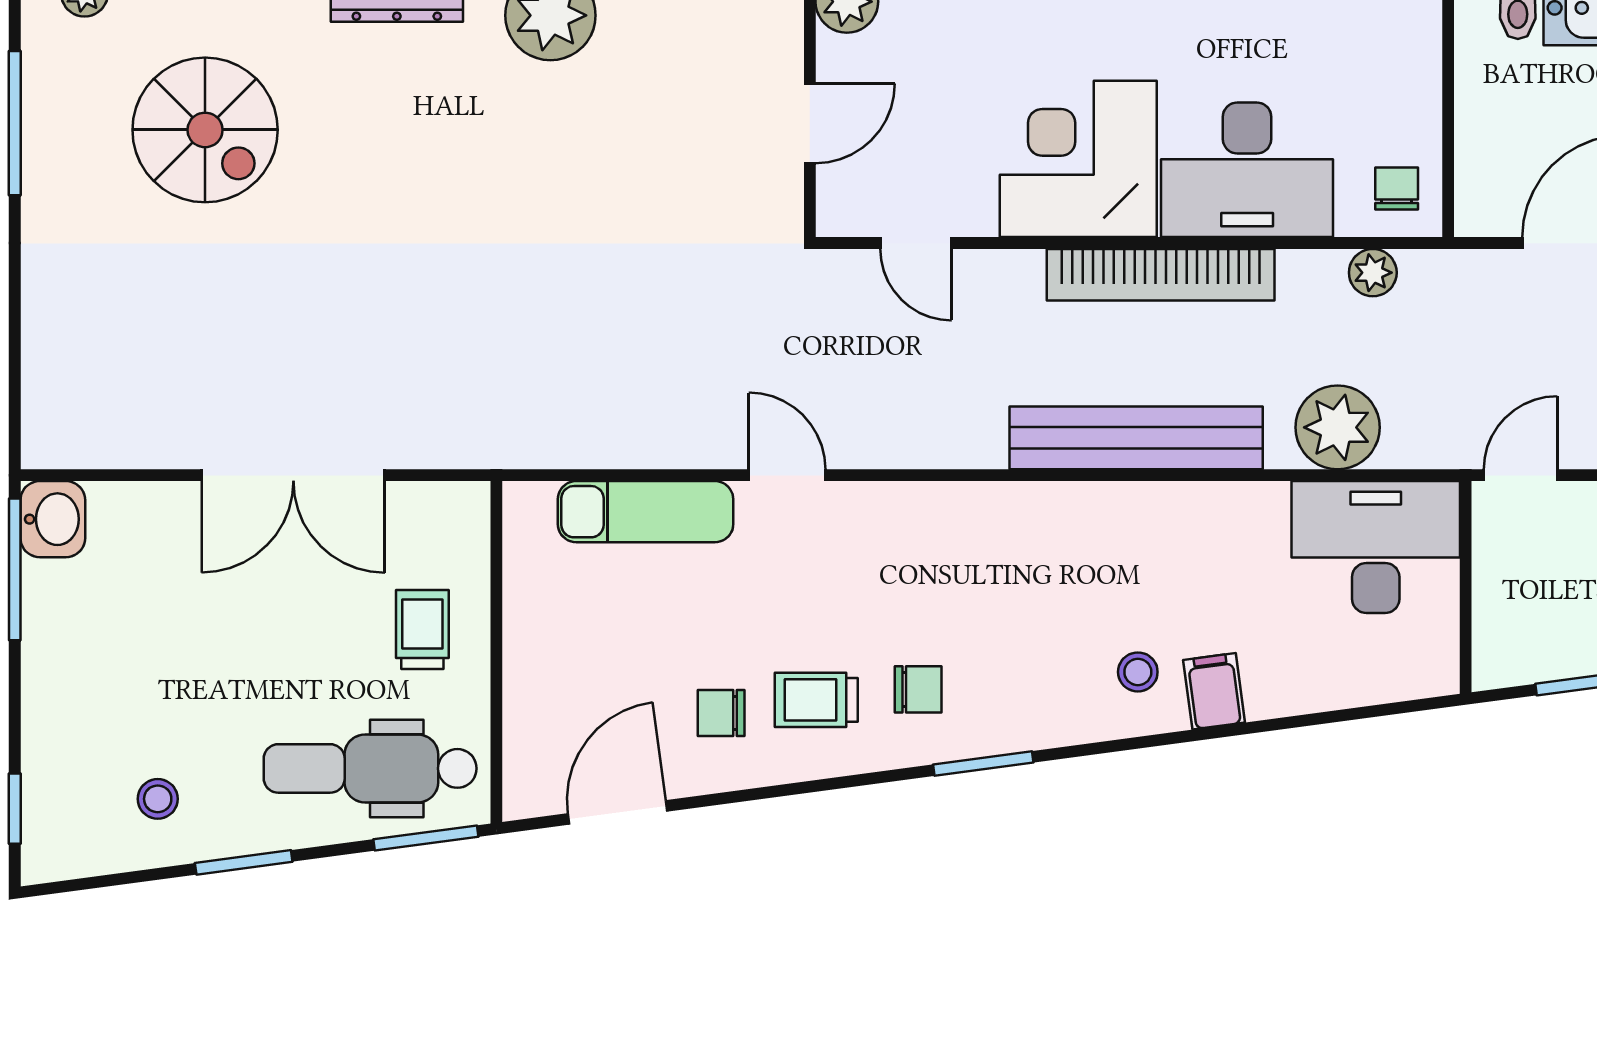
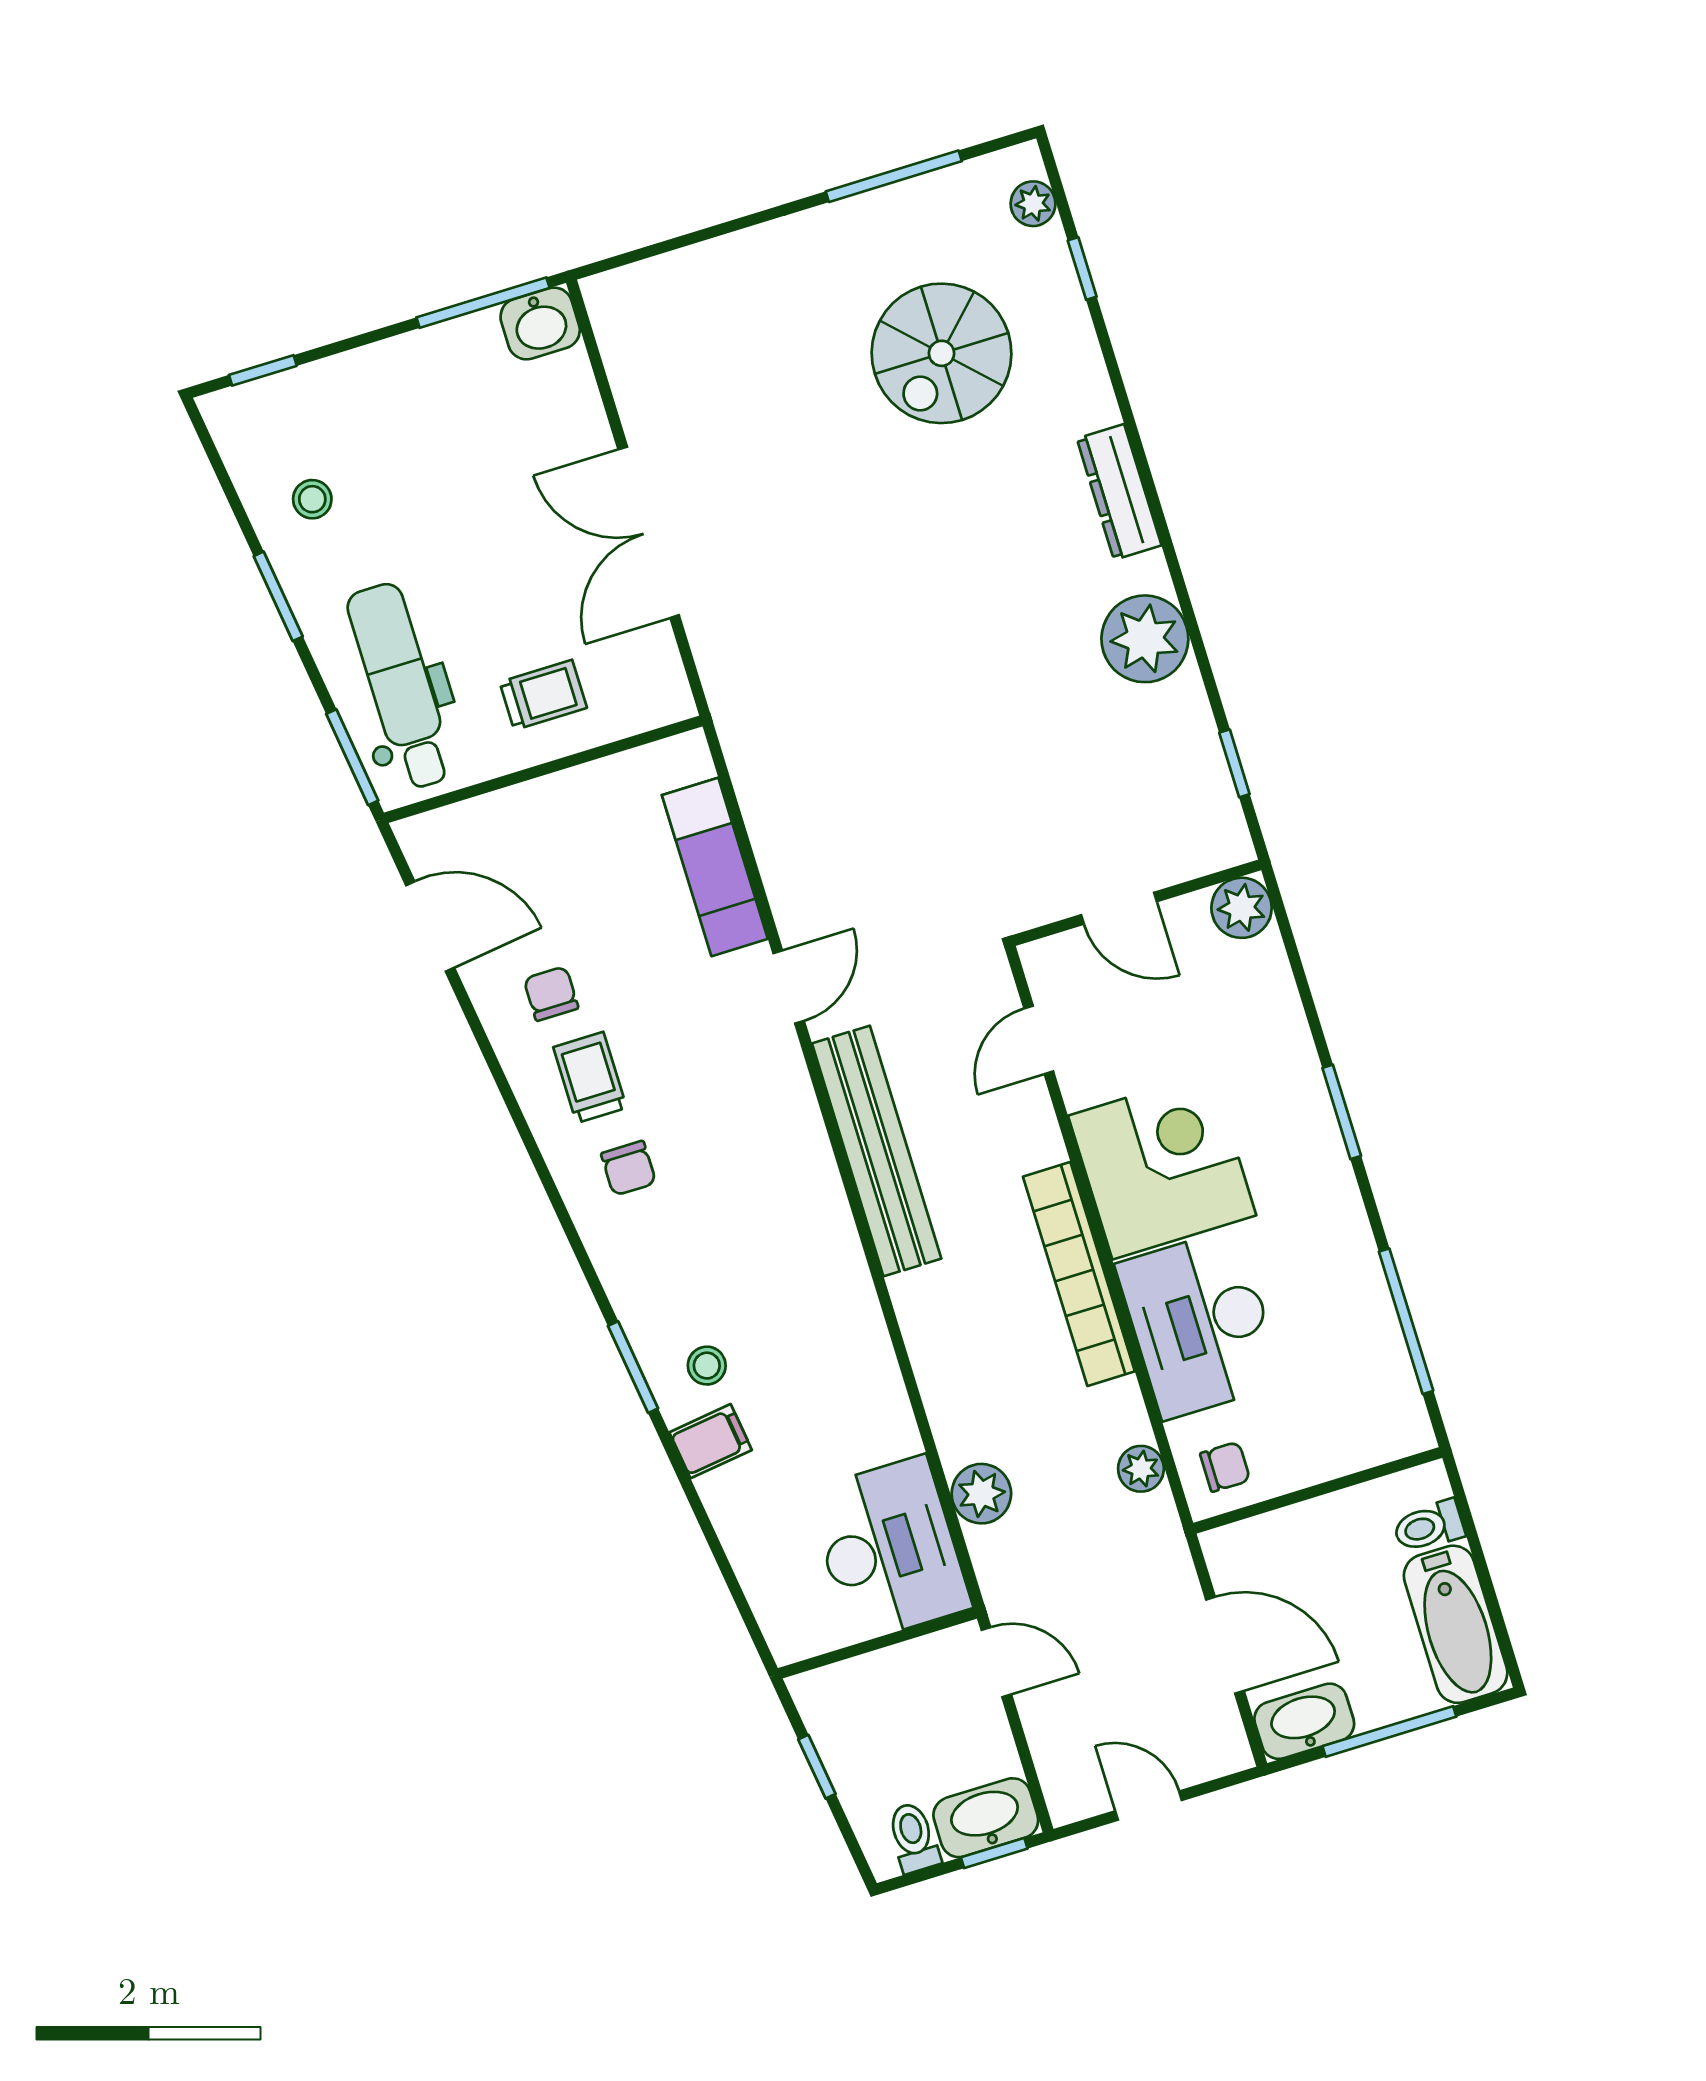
plant: (1338, 427) -> (981, 1494), width x0.73, depth x0.73
bench: (1136, 438) -> (877, 1151), moved
window: (983, 763) -> (633, 1367), moved

